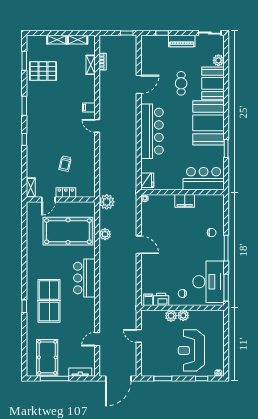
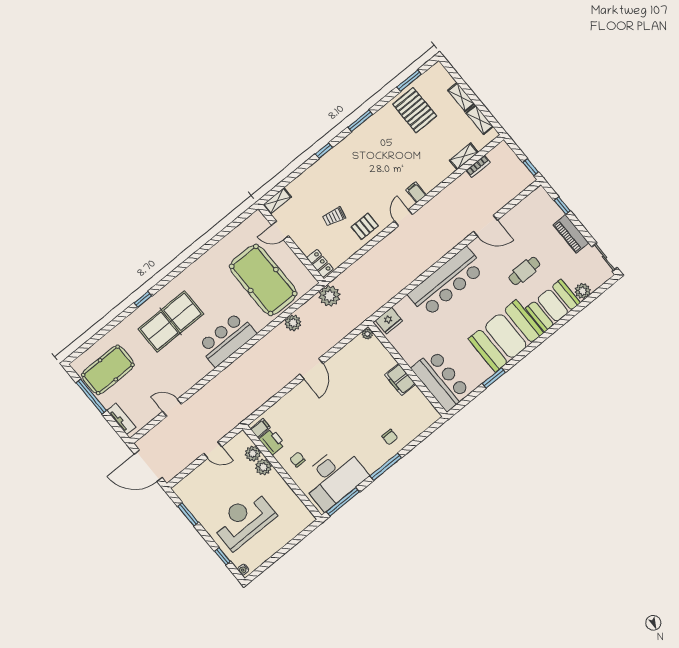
pallet: (84, 151) -> (365, 226), added
locker: (66, 193) -> (320, 263), moved
plant: (183, 315) -> (253, 454), moved
door: (139, 336) -> (213, 450), swing flipped

